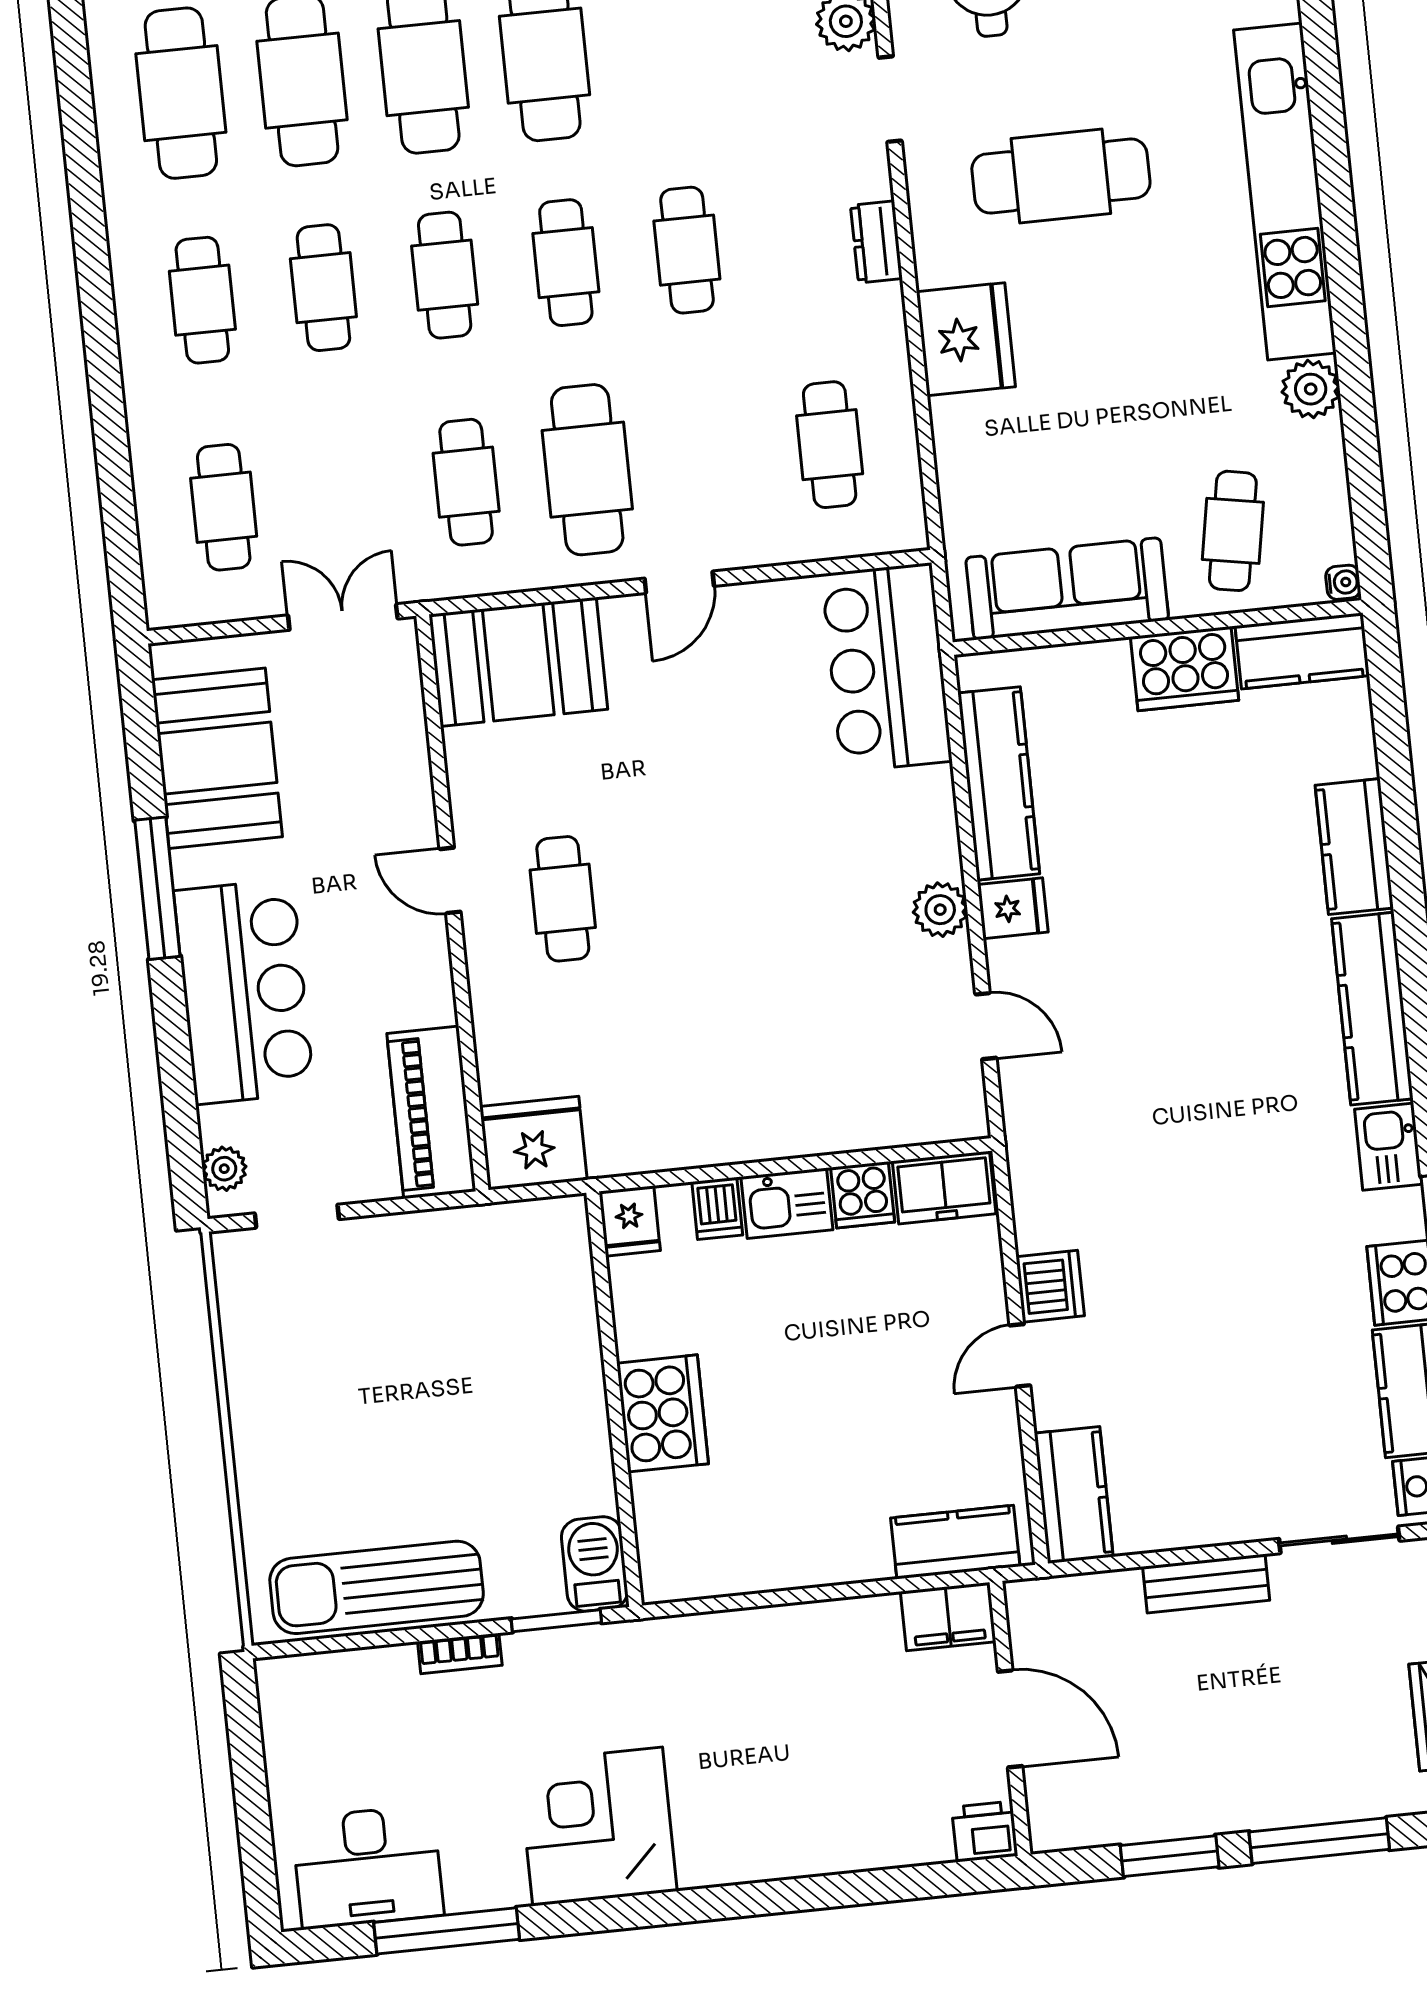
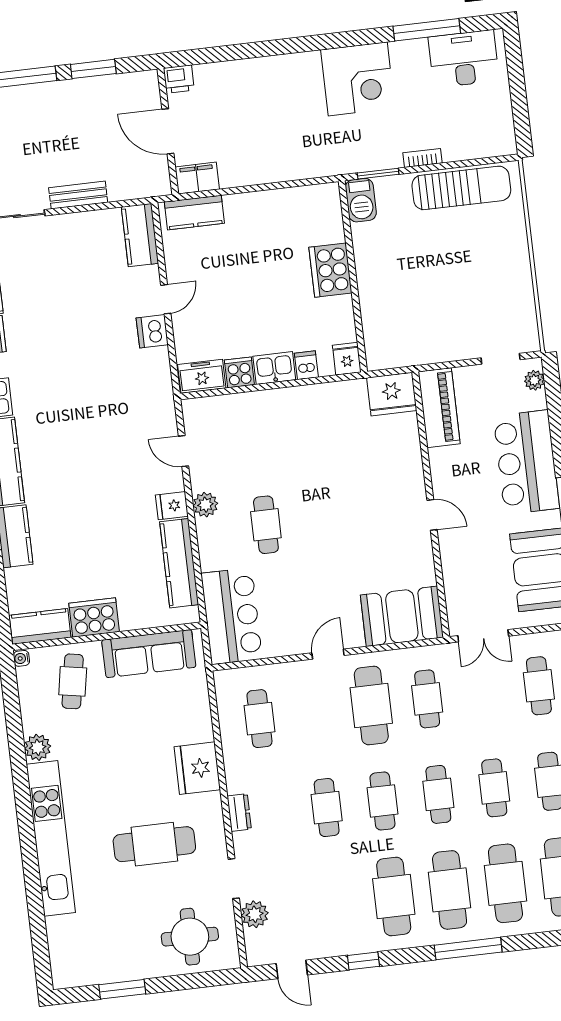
cafe table: (563, 899) -> (266, 525), moved

